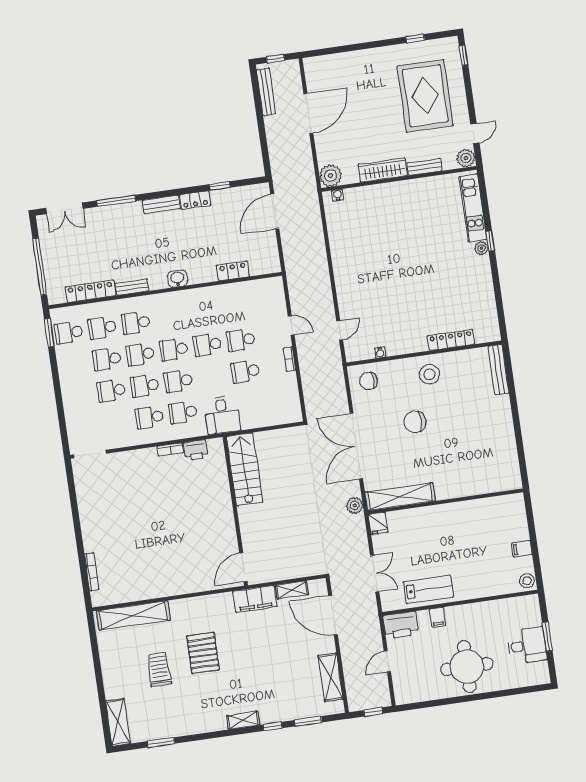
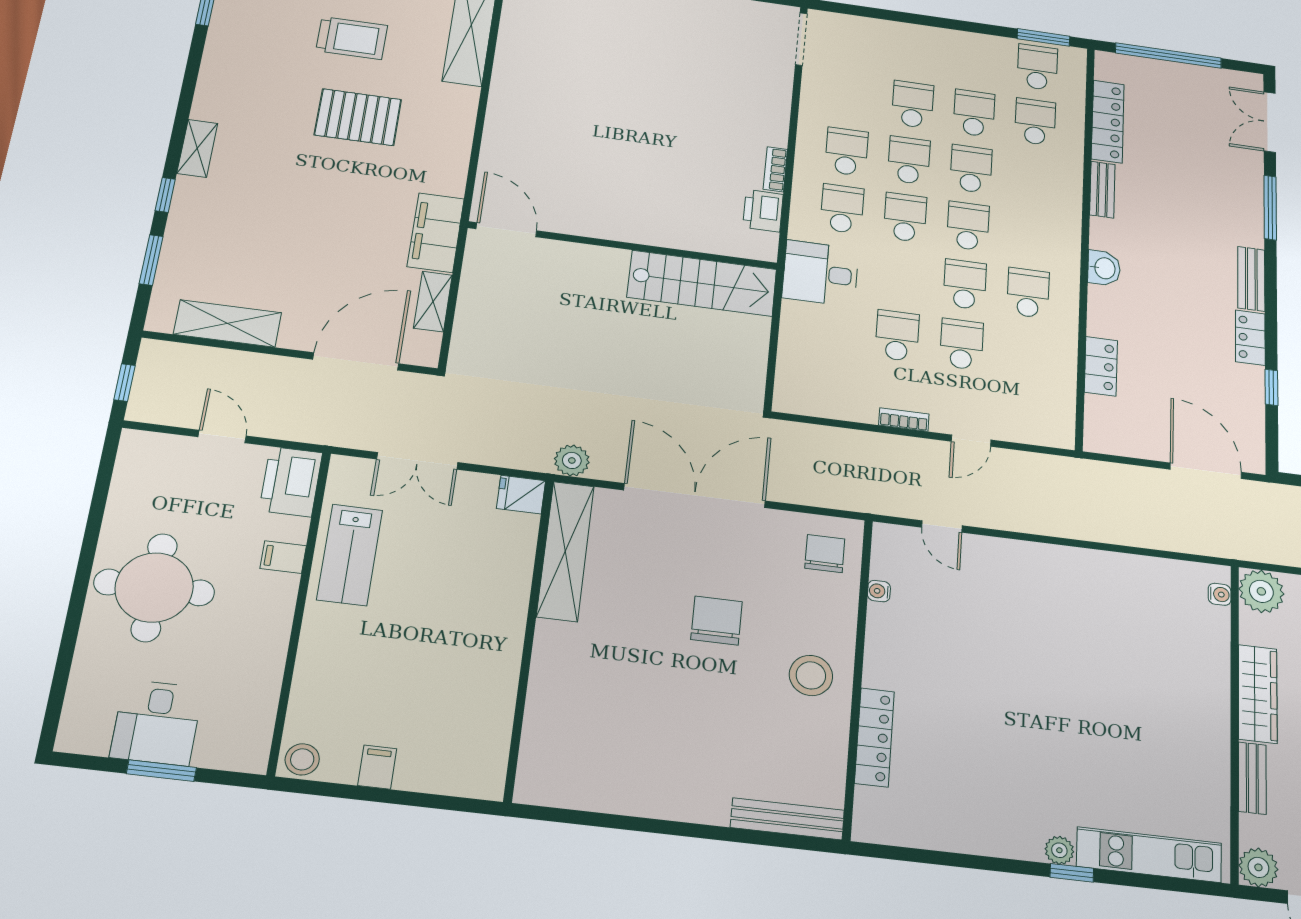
school desk: (136, 323) -> (1028, 293), moved

